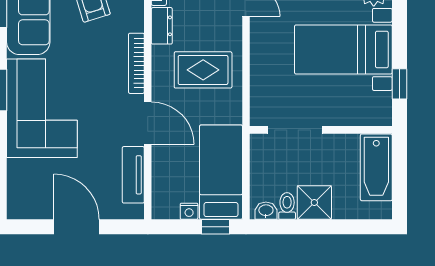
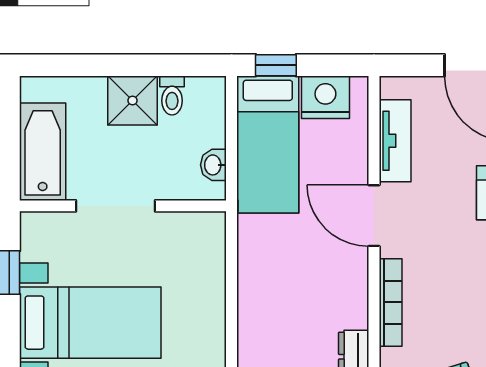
rug: (203, 70) -> (294, 293), removed
doorway: (295, 130) -> (115, 206), moved
nightstand: (189, 211) -> (325, 97), width x1.89, depth x1.79
washbasin: (266, 211) -> (213, 165), moved, turned 90

